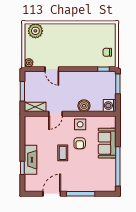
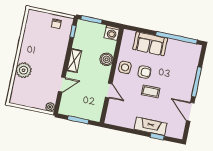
plant: (35, 31) -> (24, 70), moved
shelving: (35, 107) -> (74, 61), moved

